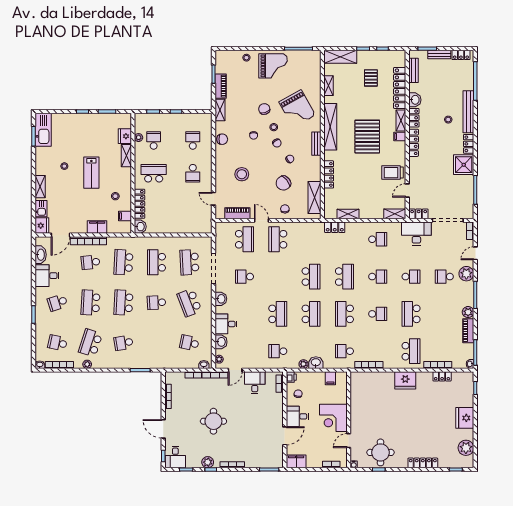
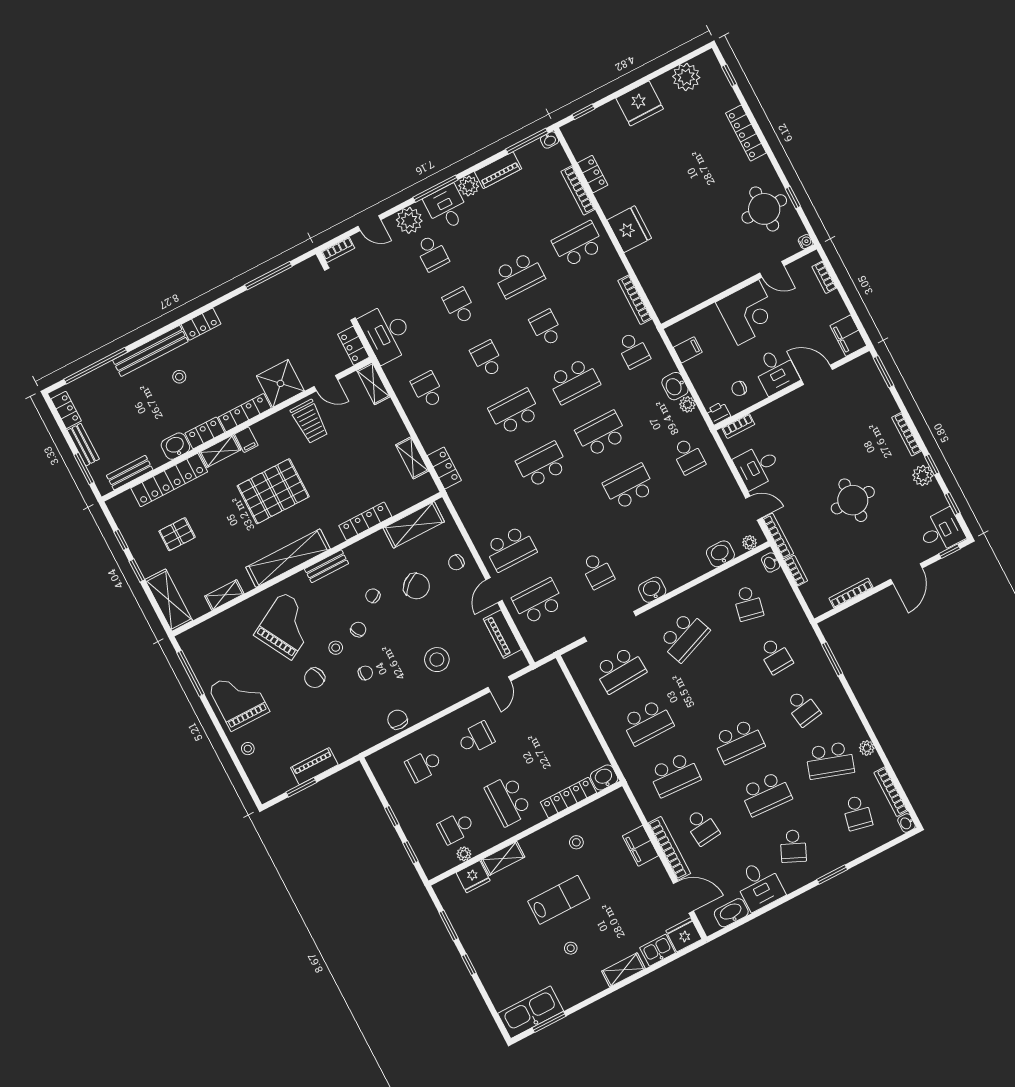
shelving: (220, 110) -> (353, 747), removed
shower: (464, 165) -> (280, 383), moved
filing cabinet: (125, 216) -> (600, 811), removed
school desk: (58, 303) -> (793, 846), turned 42
school desk: (156, 303) -> (775, 656), moved
desk: (226, 324) -> (447, 208), moved, turned 180

